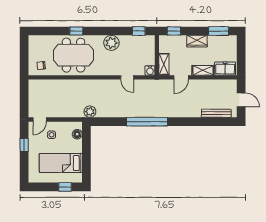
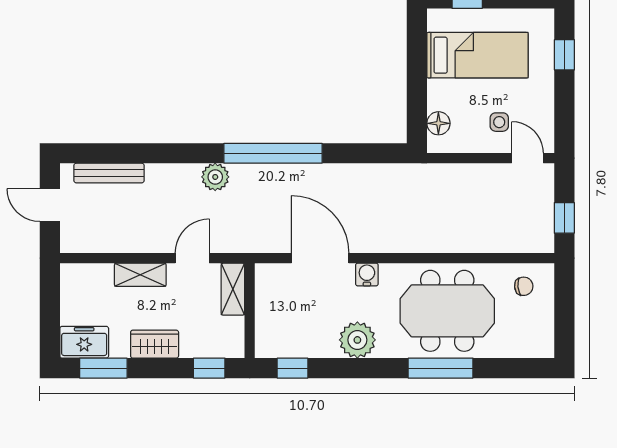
window: (76, 31) -> (441, 368), width x2.17
freezer: (225, 69) -> (84, 342), moved, turned 180
water cooler: (150, 70) -> (367, 275), moved
door: (127, 77) -> (320, 258), width x1.87
window: (24, 94) -> (564, 218), added
plant: (90, 112) -> (215, 177), moved
door: (40, 120) -> (527, 158), hinge flipped
window: (24, 145) -> (564, 55), moved

